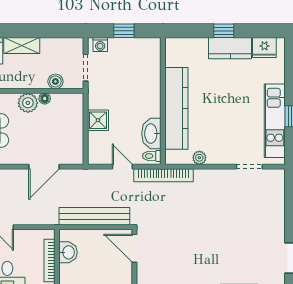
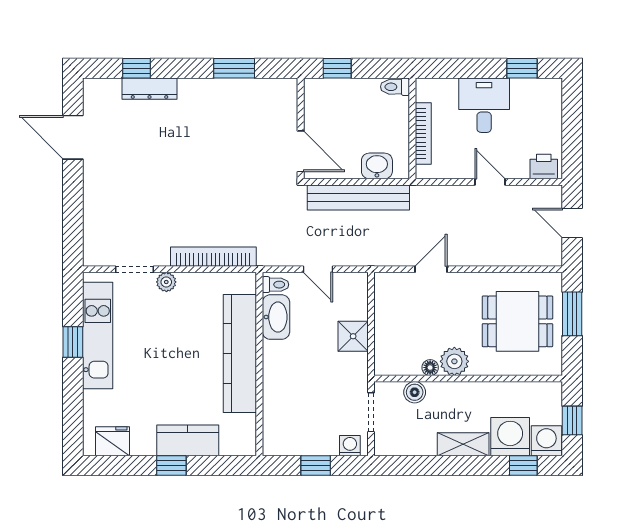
kitchen counter: (230, 48) -> (188, 440), moved
plant: (199, 158) -> (166, 282), moved
door: (44, 167) -> (431, 269), width x0.73
bookcase: (163, 175) -> (213, 257), moved
washbasin: (68, 252) -> (377, 166), moved, turned 90

